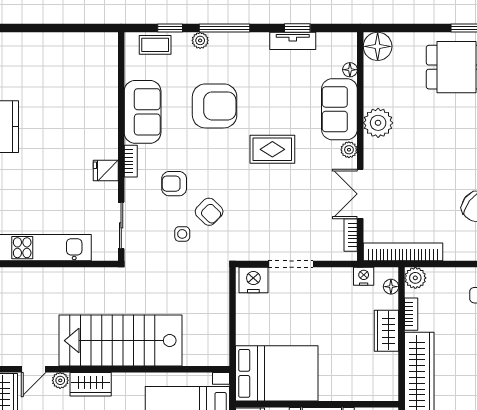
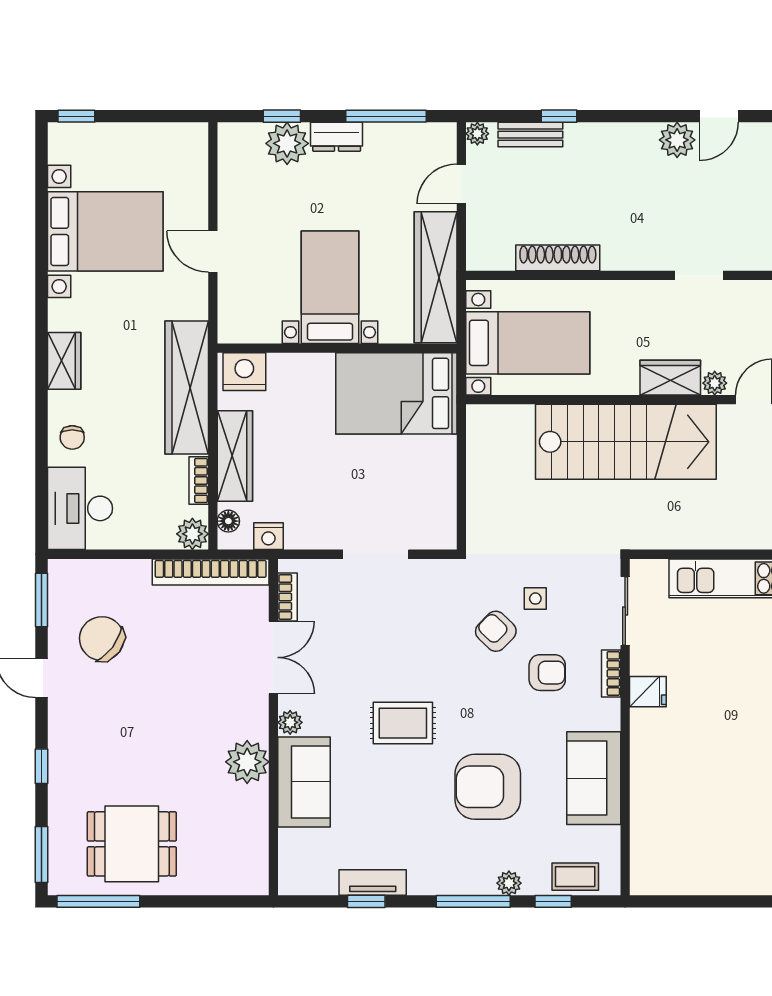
floor lamp: (378, 46) -> (248, 874), removed
floor lamp: (350, 70) -> (289, 840), removed
bookcase: (131, 161) -> (611, 673), moved
nightstand: (253, 280) -> (244, 372), moved, turned 180
wardrobe: (386, 331) -> (235, 456), width x1.50

